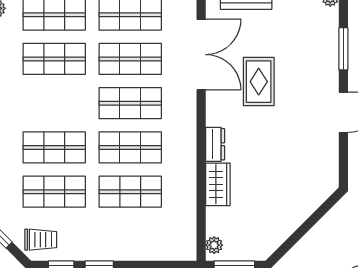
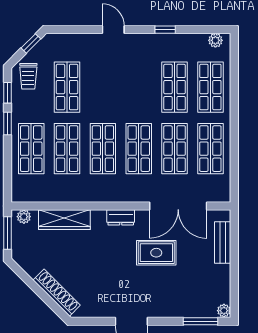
window: (343, 49) -> (201, 321), moved
dresser: (215, 144) -> (121, 217), moved
shop shelf: (54, 147) -> (31, 149), moved
wardrobe: (218, 184) -> (64, 220), width x1.50
shoe rack: (308, 204) -> (57, 293), added

